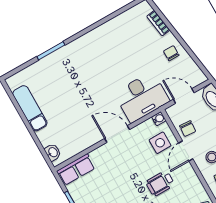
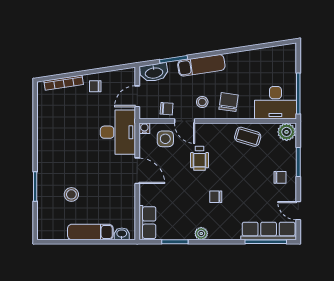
bookcase: (158, 23) -> (64, 83), width x1.56
stool: (62, 87) -> (71, 194), added
exam couch: (30, 108) -> (90, 232), moved
door: (117, 134) -> (137, 171), swing flipped

